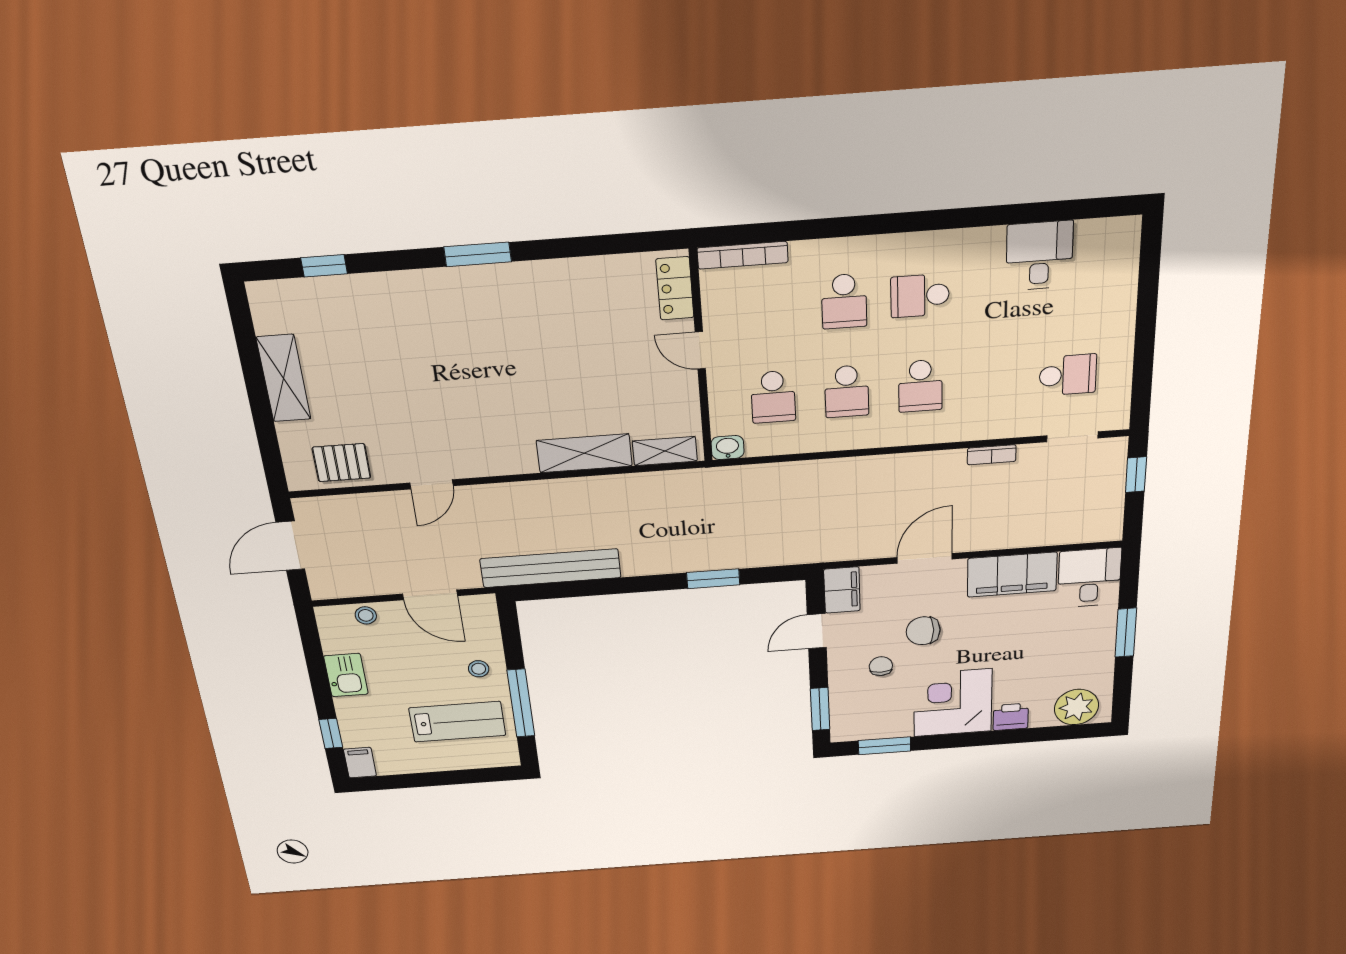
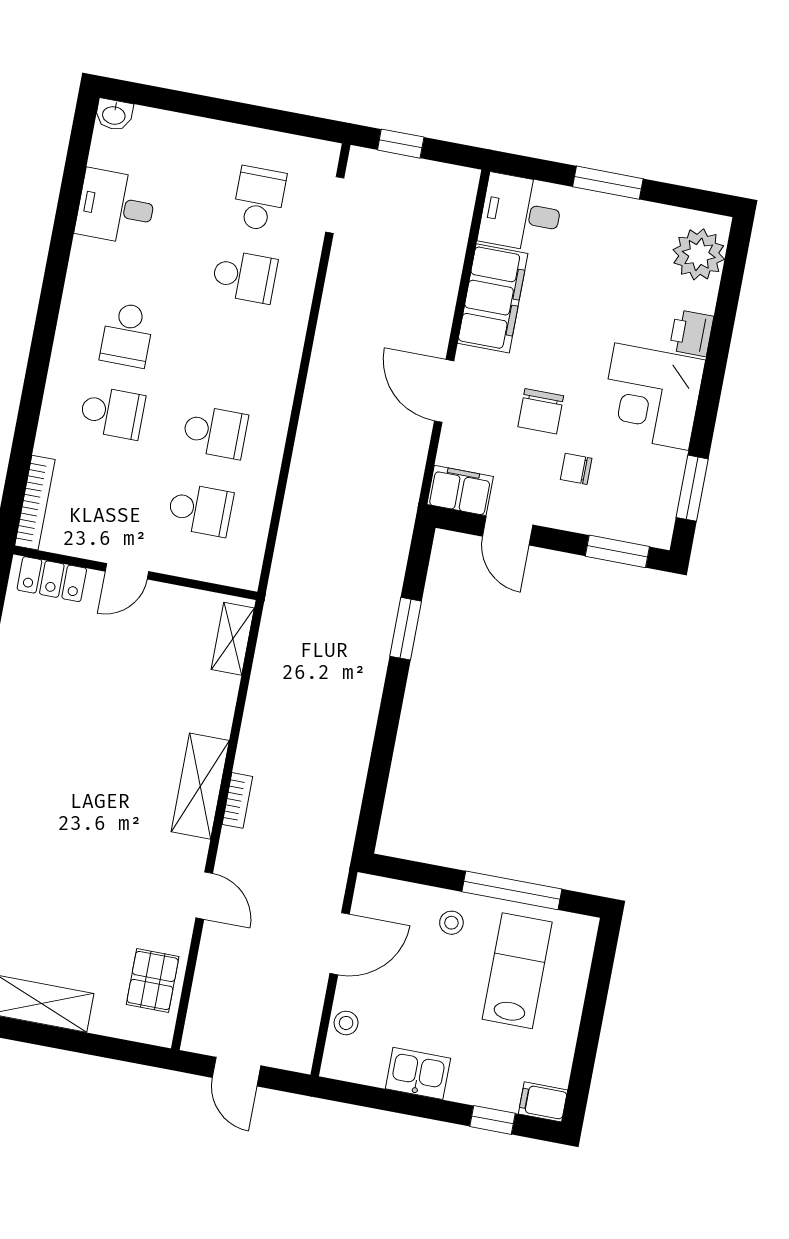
school desk: (920, 386) -> (244, 277), moved
washbasin: (728, 447) -> (114, 115), moved, turned -90
shelving: (584, 453) -> (200, 786), moved
bookcase: (992, 455) -> (237, 800), moved
door: (290, 546) -> (236, 1072), width x0.73
bench: (551, 568) -> (342, 802), removed

